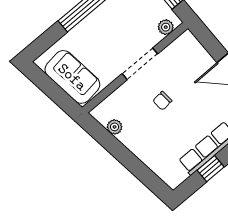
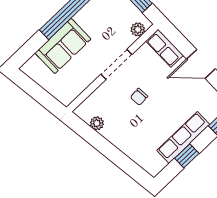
row of seats: (194, 49) -> (164, 48), added
sofa: (72, 77) -> (63, 46), moved, turned 97

